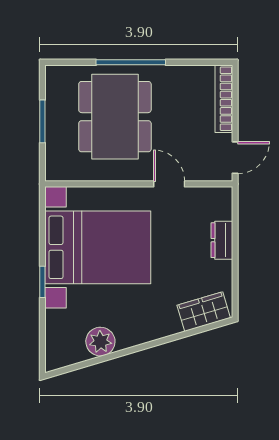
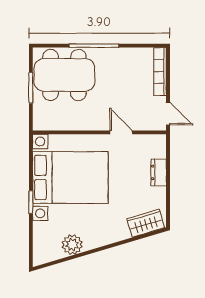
dining table: (115, 117) -> (64, 75), moved, turned 90
door: (235, 158) -> (168, 114), hinge flipped

